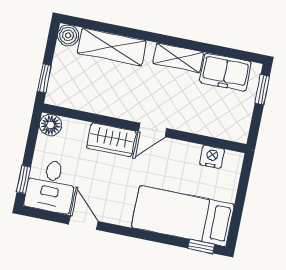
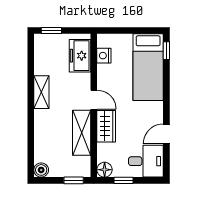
shelving: (112, 47) -> (82, 133), moved
freezer: (225, 72) -> (80, 56), moved, turned 180
window: (24, 180) -> (123, 180), moved

